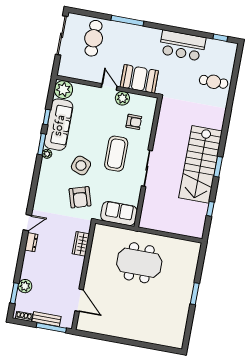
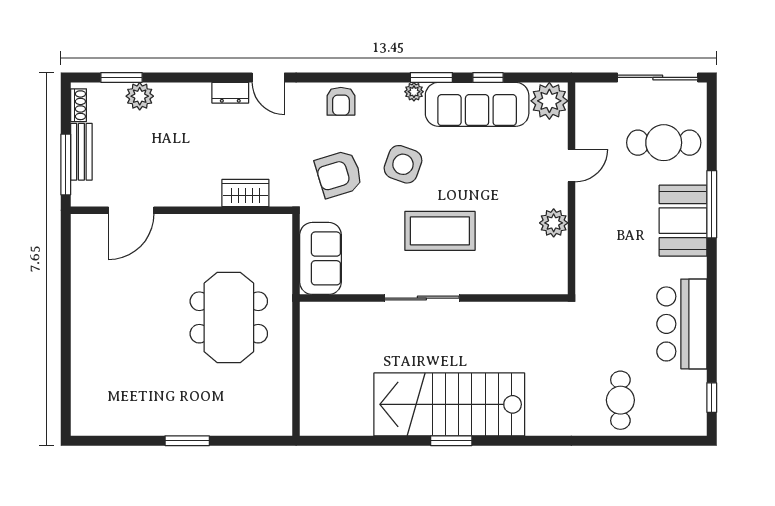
booth: (139, 79) -> (683, 221), moved
door: (109, 87) -> (571, 166), moved
armchair: (134, 122) -> (341, 101), moved
window: (210, 209) -> (364, 441), removed

